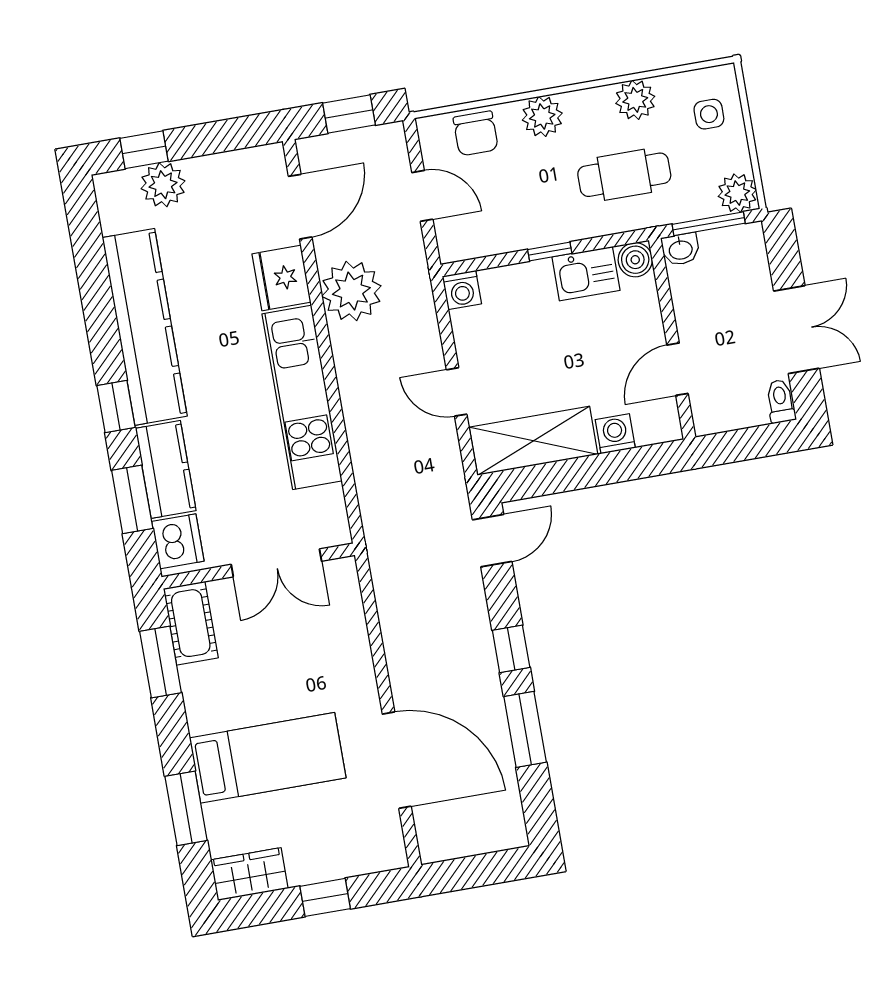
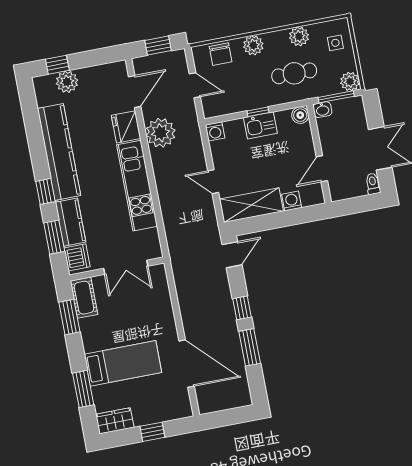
kitchen sink: (586, 274) -> (260, 125), moved

